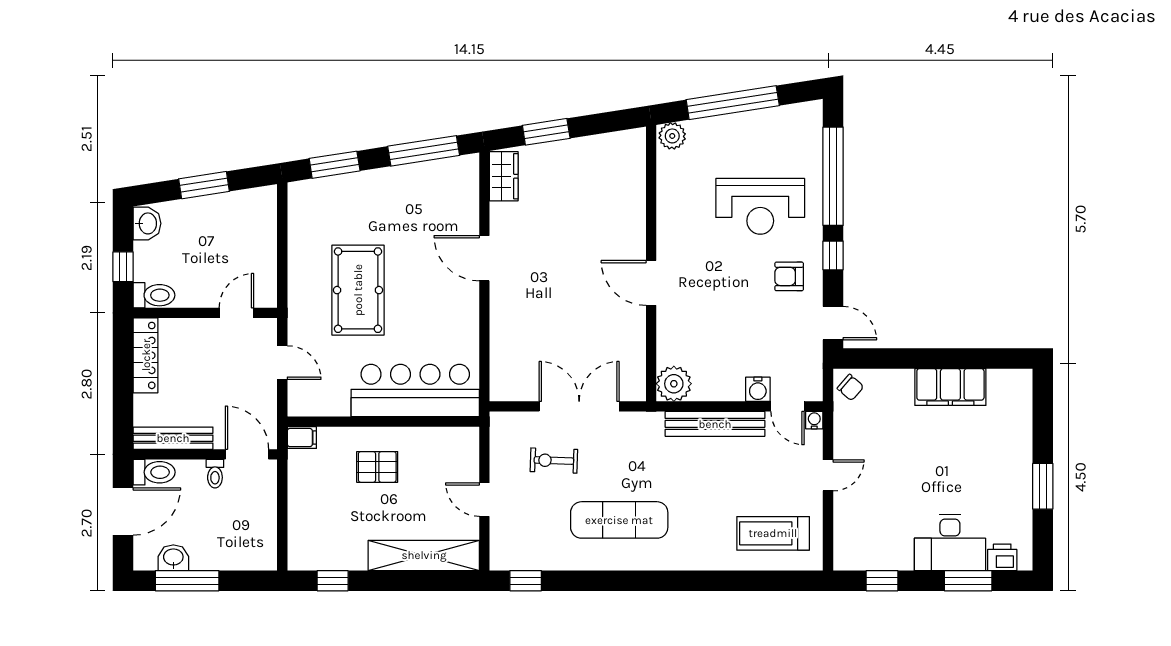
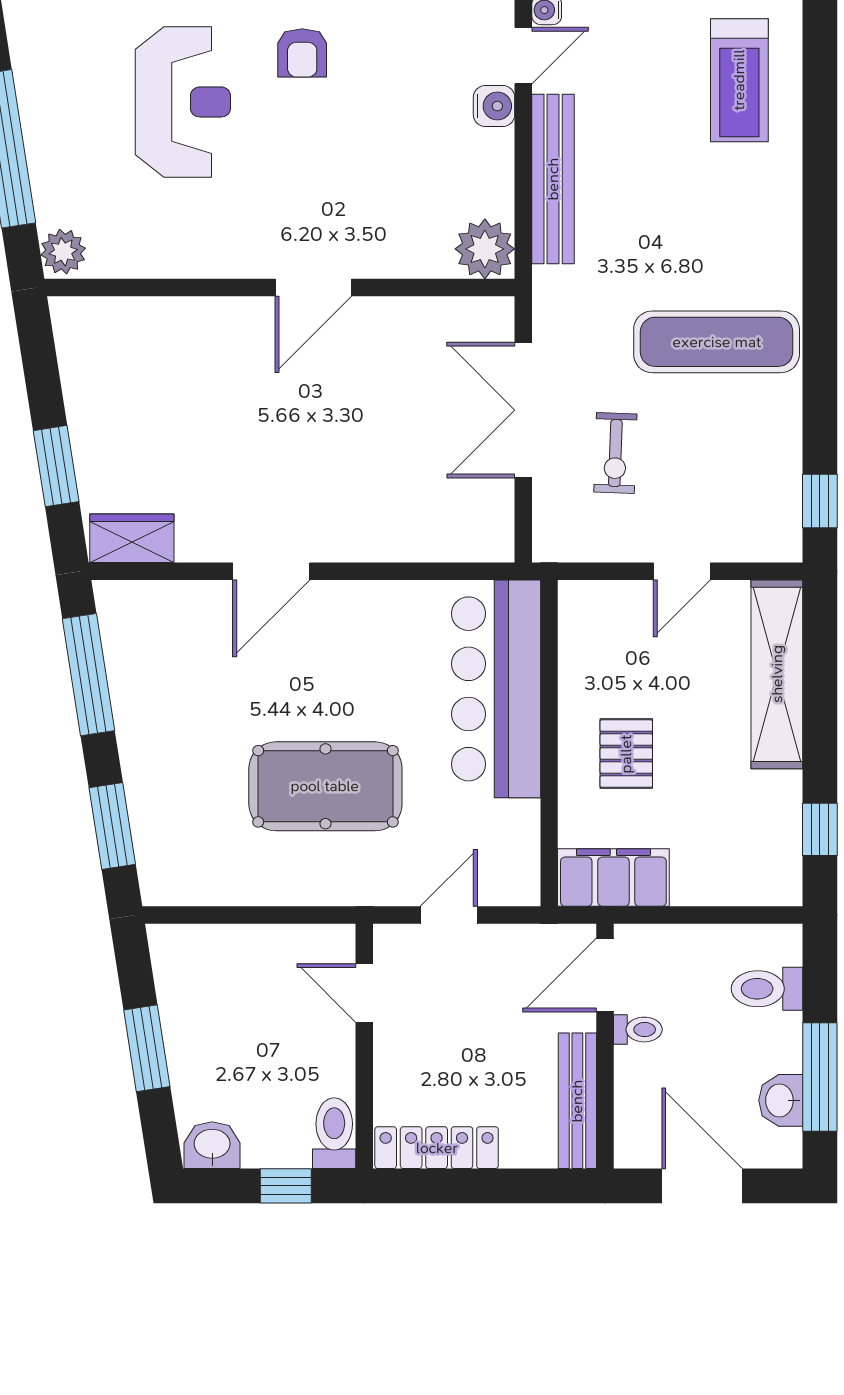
filing cabinet: (302, 438) -> (613, 878), width x3.00, depth x1.17
toilet: (154, 472) -> (767, 989), moved, turned -90
exercise mat: (619, 520) -> (717, 342), turned 90

